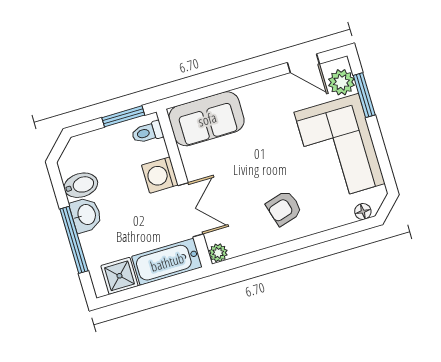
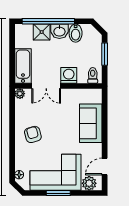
window: (364, 95) -> (58, 193), moved
window: (123, 116) -> (105, 54), moved
sofa: (207, 119) -> (91, 123), moved
window: (74, 240) -> (48, 21), width x1.46
shower: (119, 276) -> (42, 32), moved

